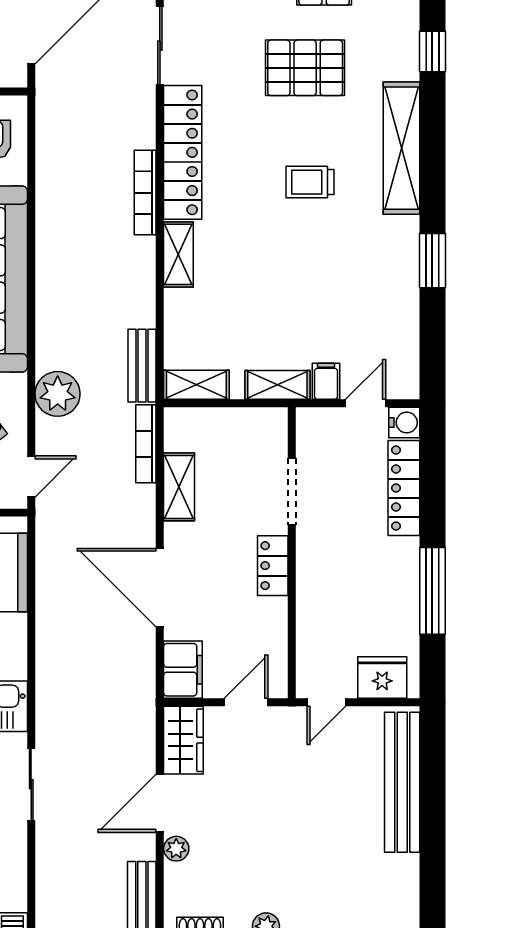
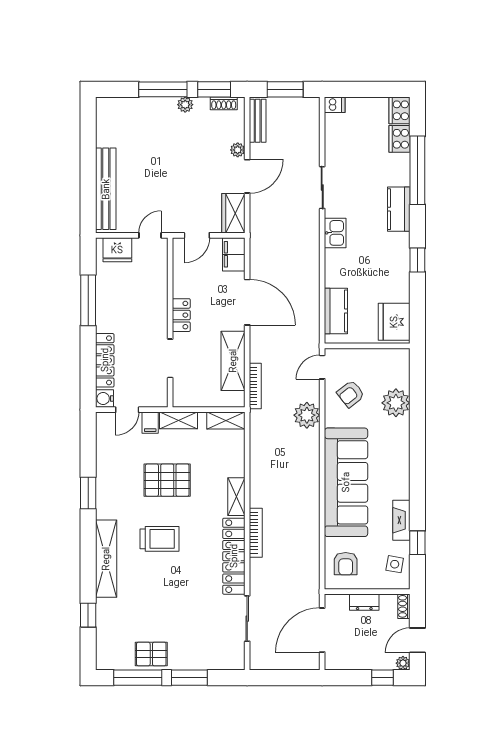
pallet: (305, 68) -> (167, 480), moved
trolley: (310, 182) -> (159, 539), width x1.36, depth x1.39
bench: (142, 366) -> (258, 432), removed
shelving: (179, 487) -> (233, 361), width x1.50, depth x1.33

